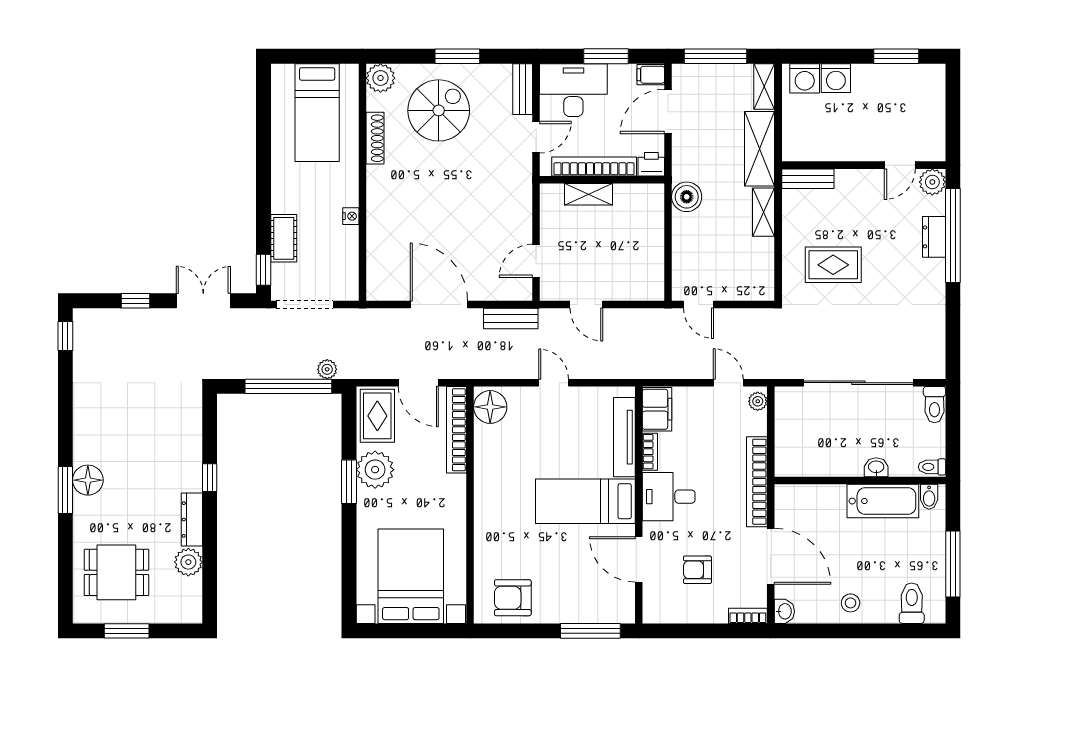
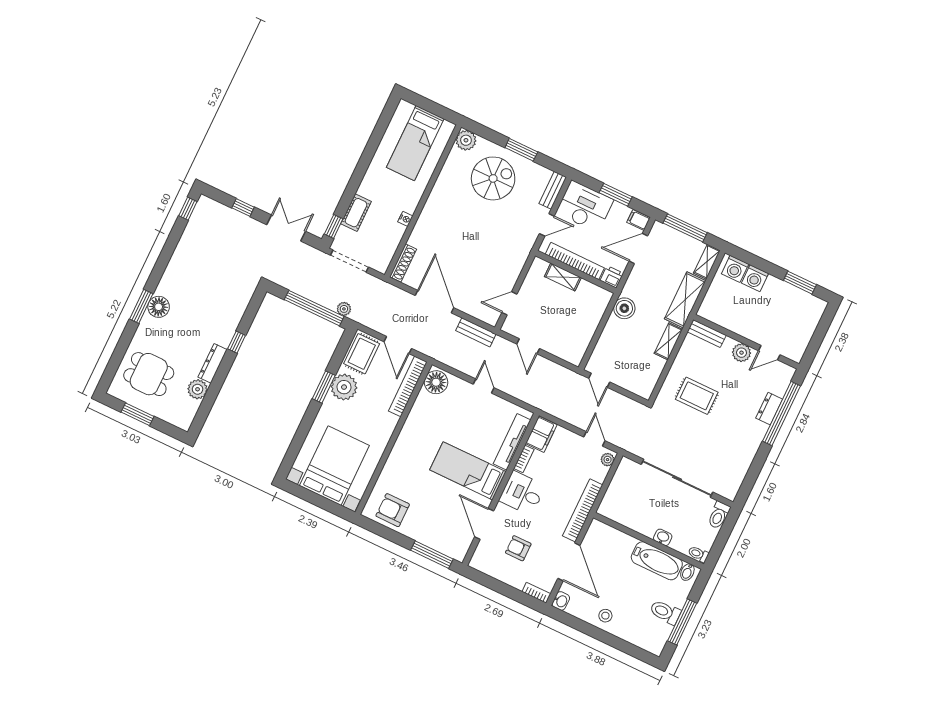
shoe rack: (375, 138) -> (403, 263), moved
plant: (932, 182) -> (741, 353), moved
toilet: (912, 603) -> (665, 612), moved, turned -90

